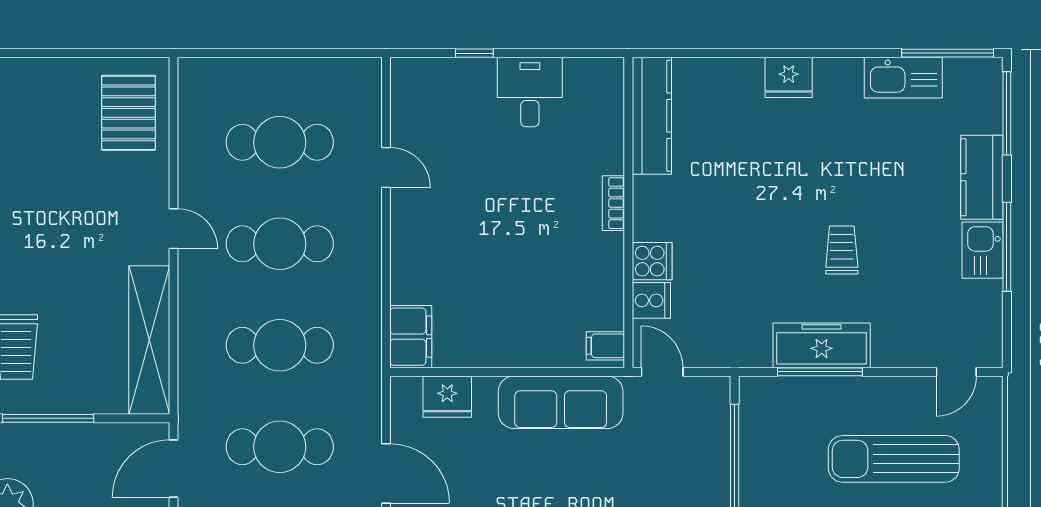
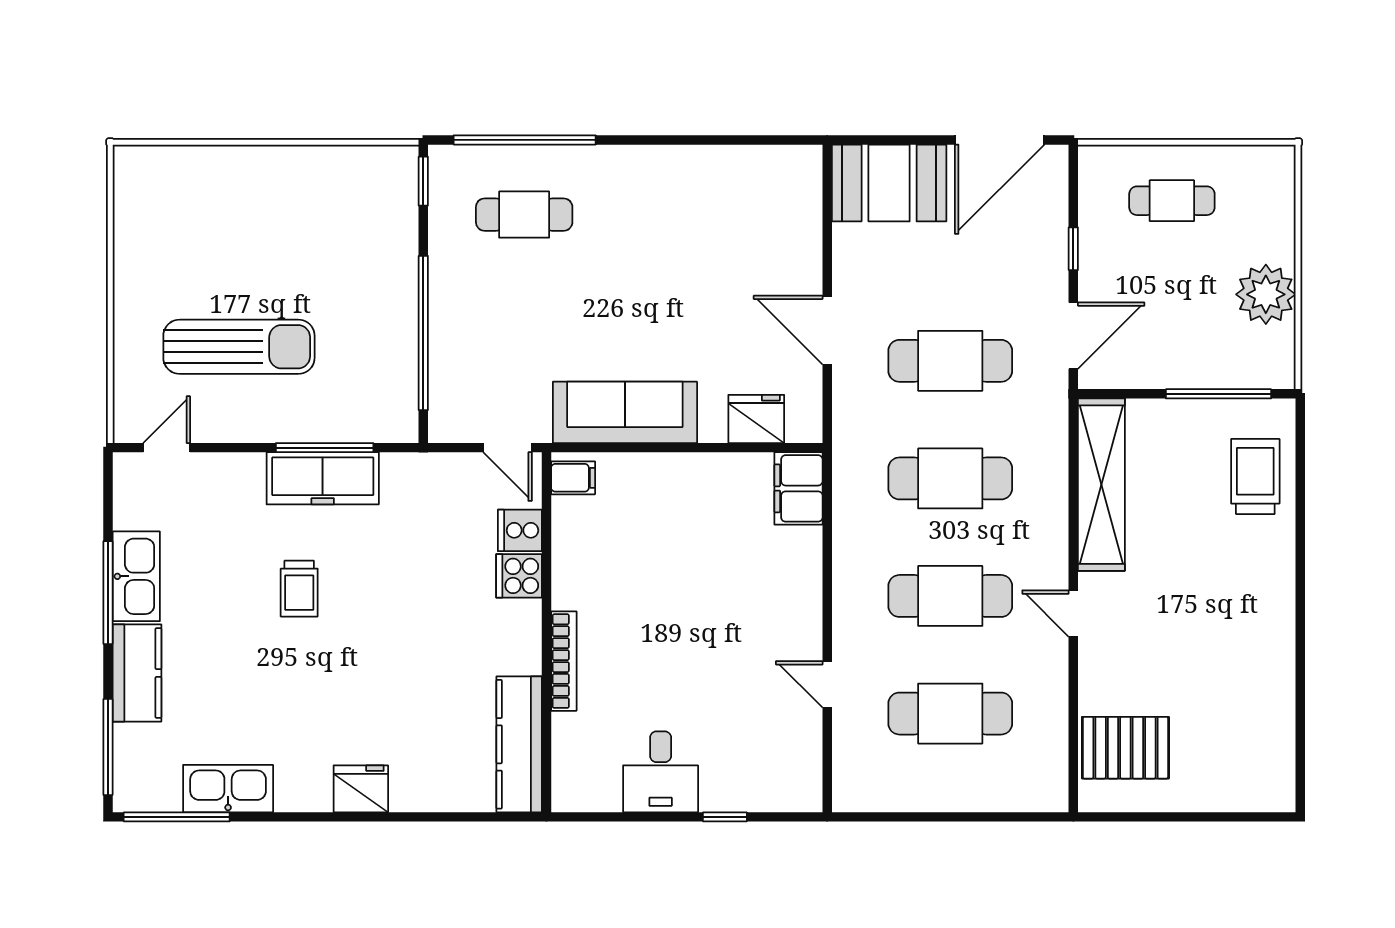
pallet: (129, 113) -> (1125, 748), turned 90
bookcase: (613, 203) -> (564, 661), width x1.56
kitchen sink: (982, 250) -> (136, 576), width x1.38

